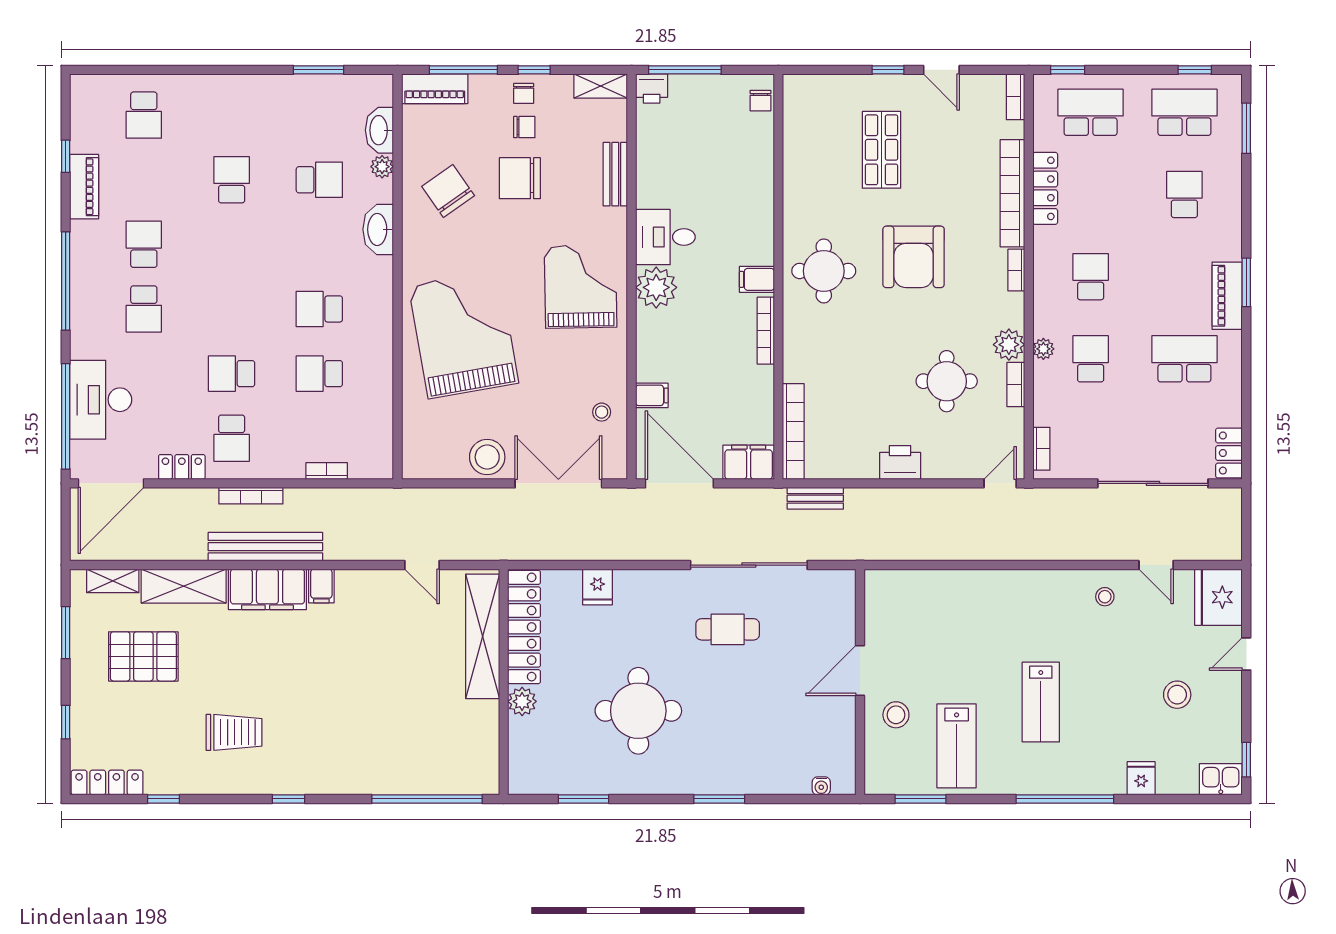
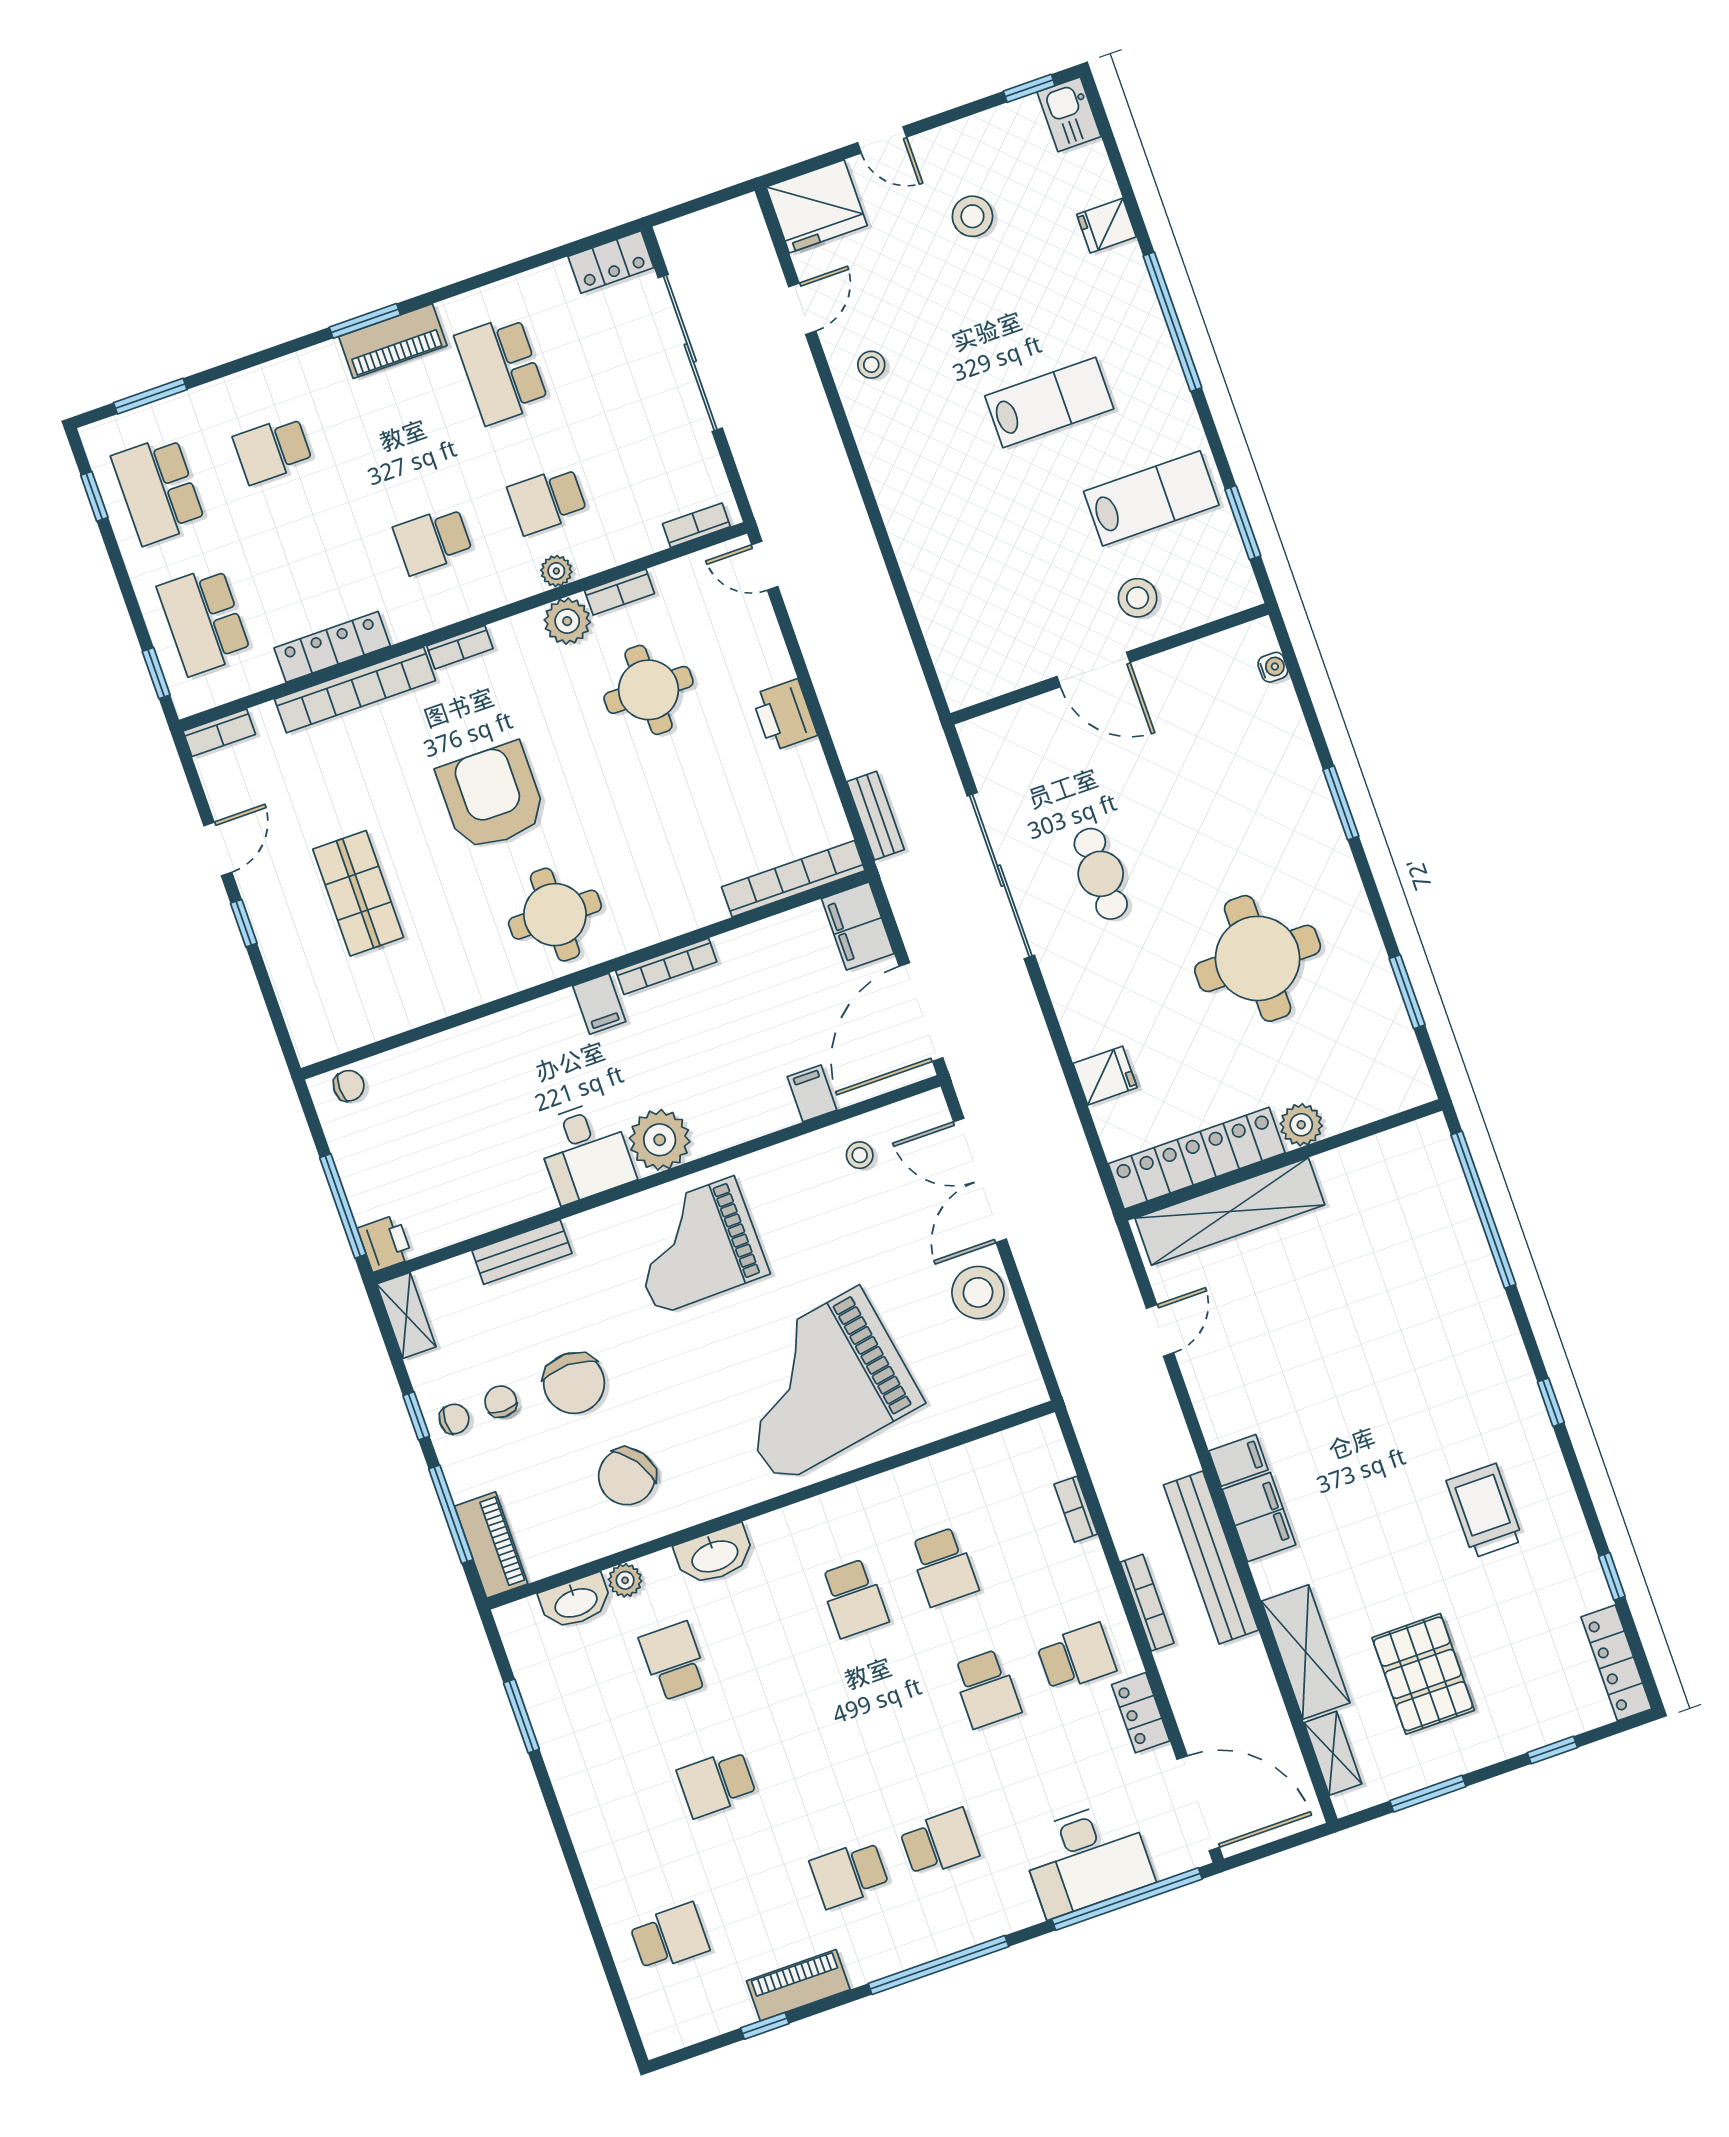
shop shelf: (882, 150) -> (358, 893), turned 90
armchair: (914, 257) -> (492, 797), turned -90
filing cabinet: (267, 589) -> (1259, 1517), width x0.67, depth x0.86

